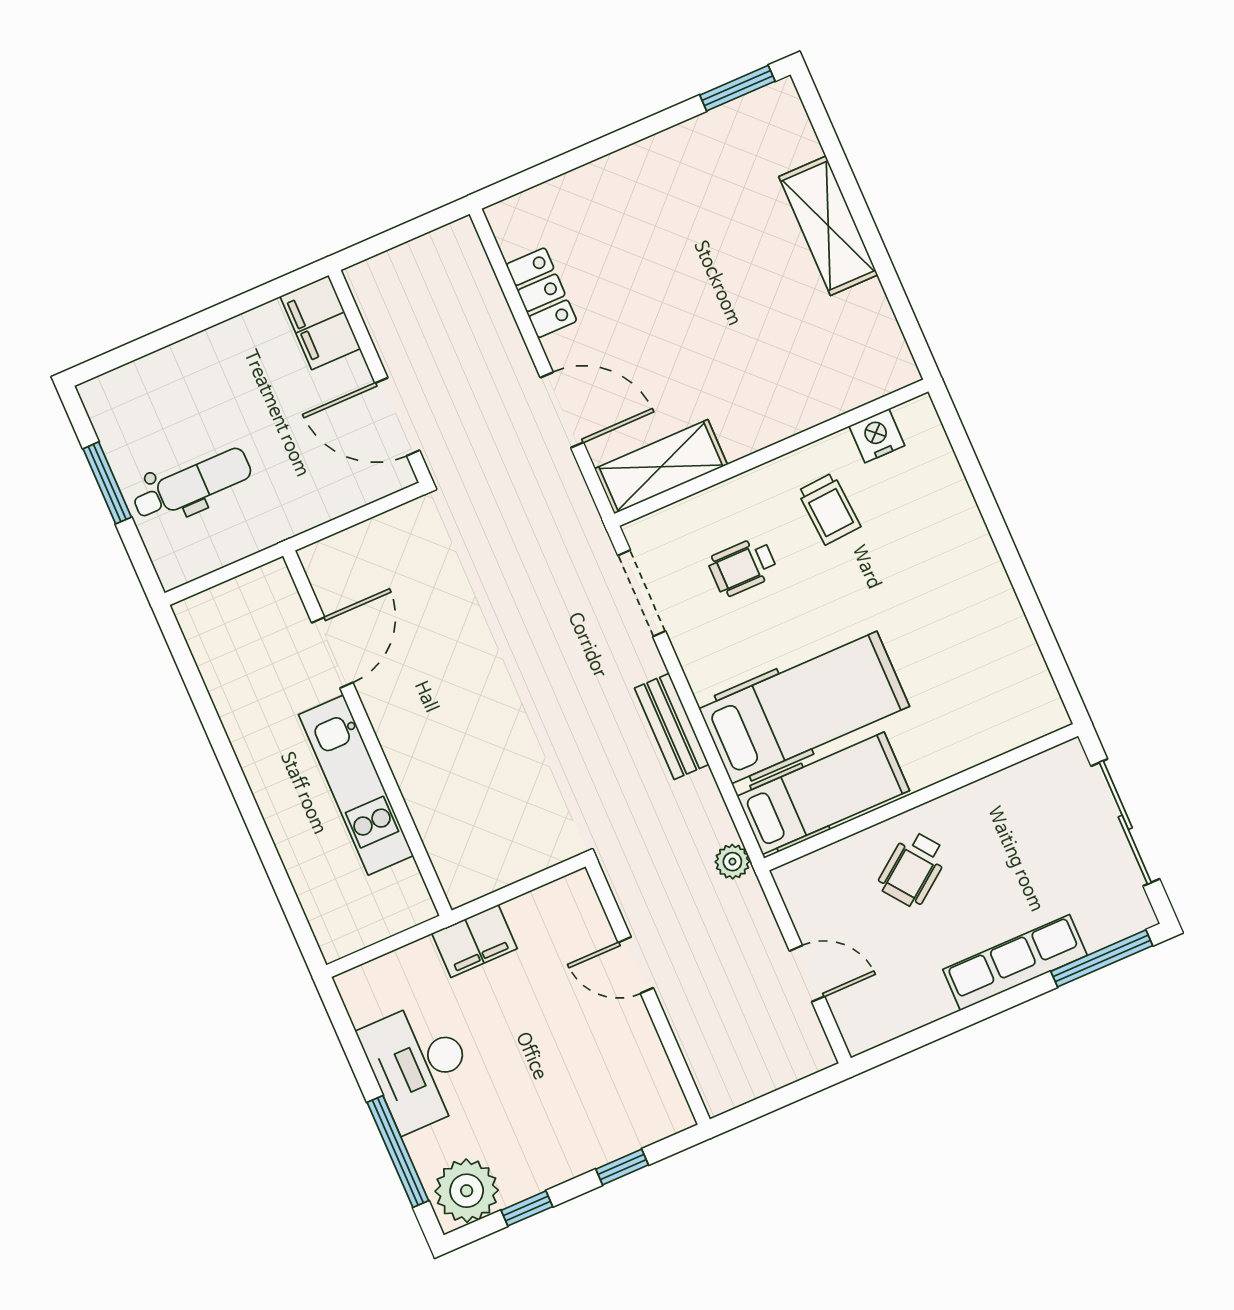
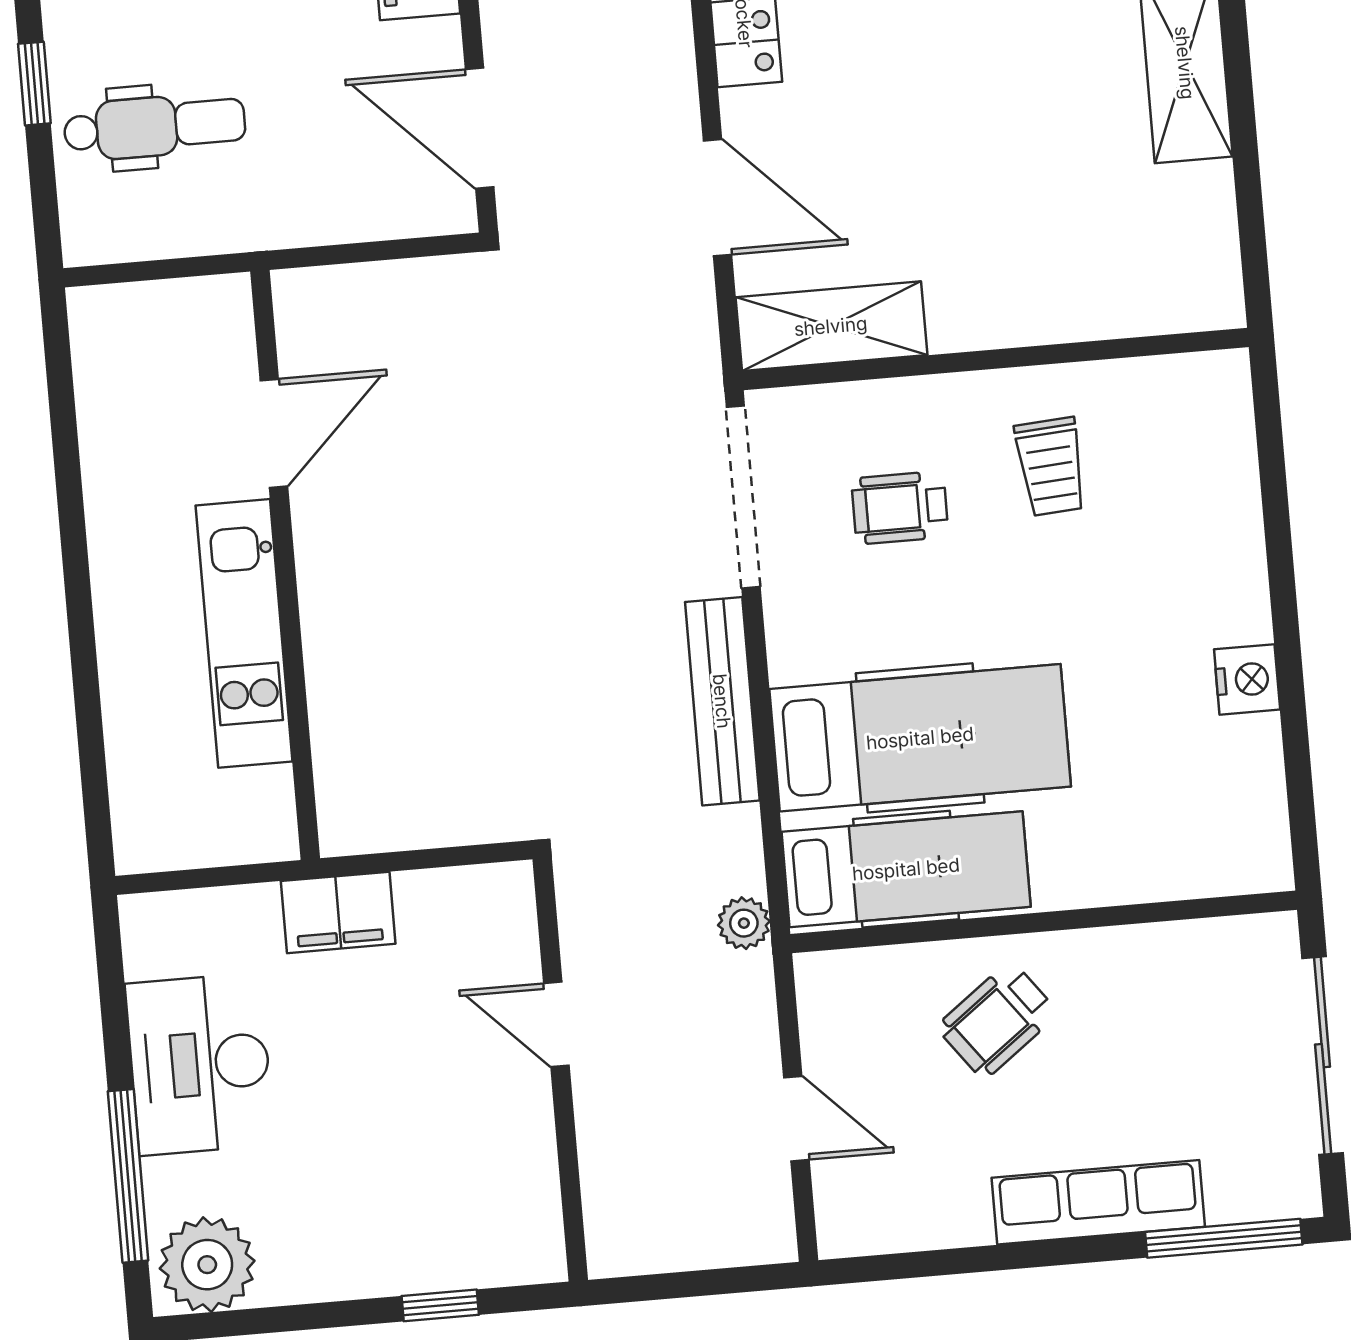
nightstand: (877, 436) -> (1247, 679), moved, turned 90
window: (107, 483) -> (34, 84), width x0.67
doorway: (642, 593) -> (743, 497), width x1.36
bench: (672, 726) -> (722, 701), width x1.36
window: (527, 1208) -> (284, 1319), removed

